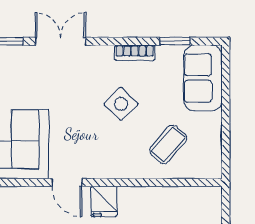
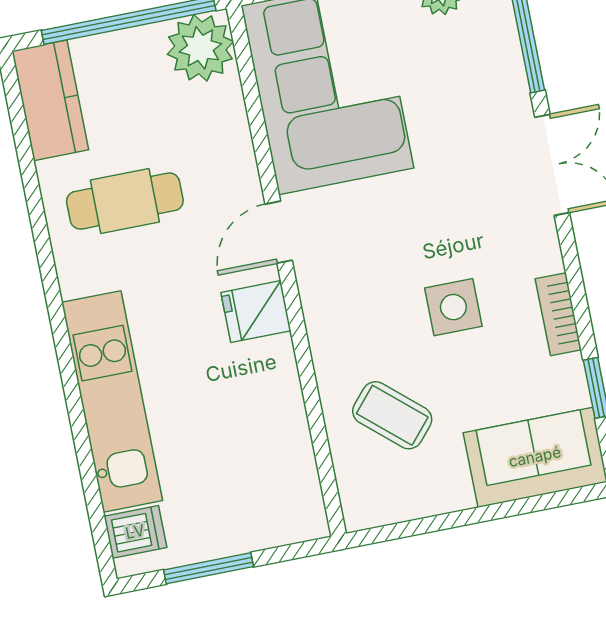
side table: (121, 104) -> (453, 307), turned 45

